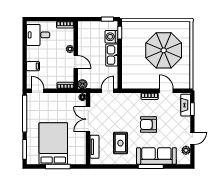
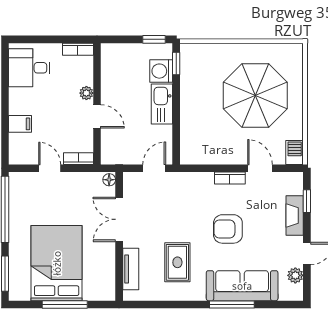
barbecue: (186, 82) -> (295, 152), added
boiler: (82, 84) -> (109, 156), removed
door: (38, 91) -> (50, 168), moved
fireplace: (186, 105) -> (295, 215), moved

